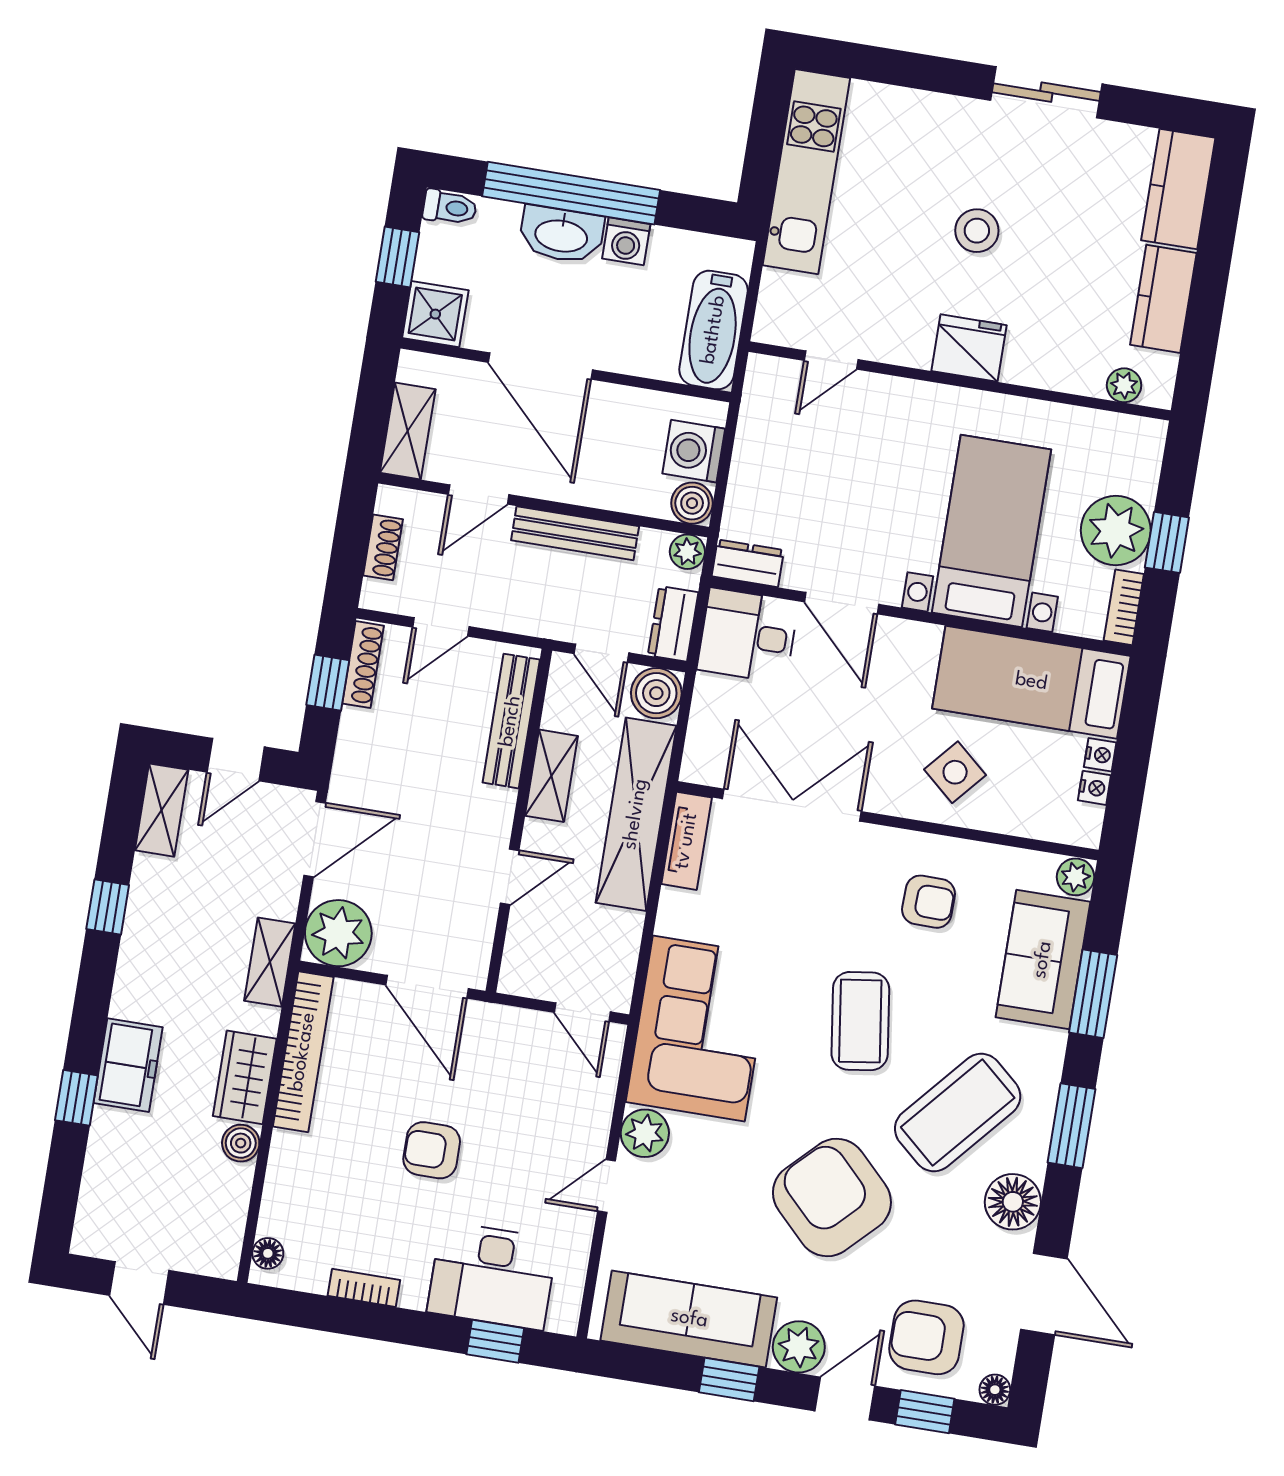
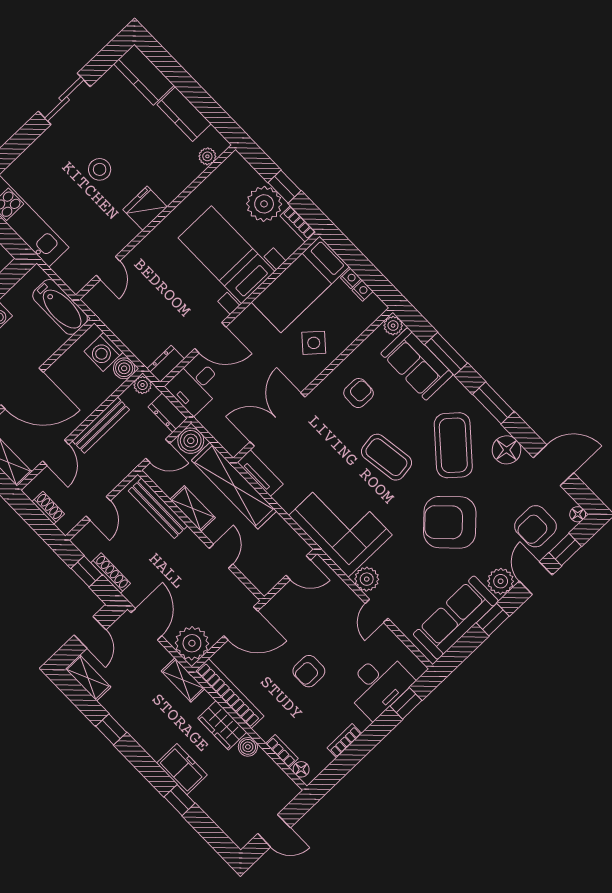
shoe rack: (363, 665) -> (111, 573), moved
bookcase: (274, 1202) -> (282, 751), added

